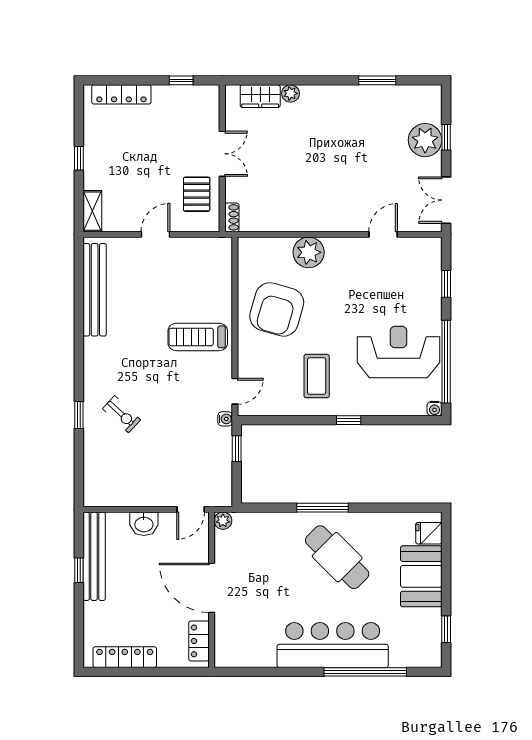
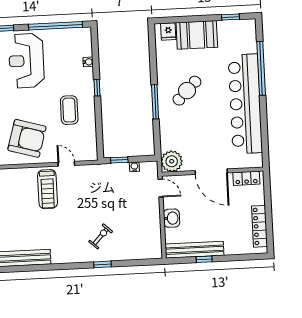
reception desk: (398, 352) -> (26, 61), moved
coffee table: (317, 376) -> (69, 110), turned 90
door: (235, 391) -> (66, 164), moved
water cooler: (435, 409) -> (88, 62), moved
water cooler: (225, 419) -> (134, 167), moved
plant: (223, 521) -> (172, 161), width x1.88, depth x1.88
cafe table: (337, 557) -> (187, 91), width x0.73, depth x0.74
door: (212, 588) -> (211, 172), hinge flipped
bar counter: (333, 645) -> (245, 104), width x1.36

